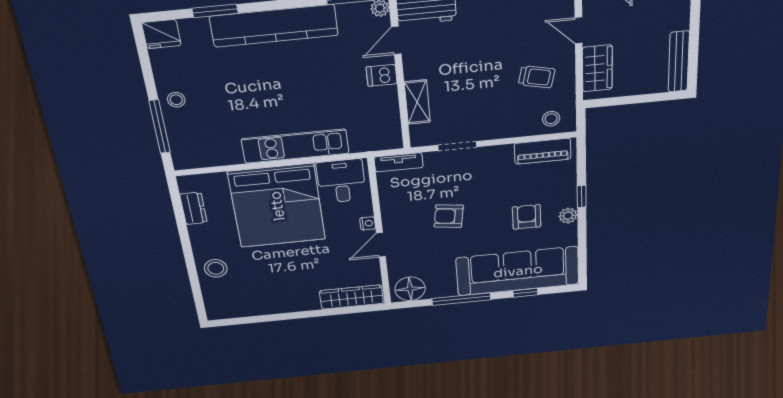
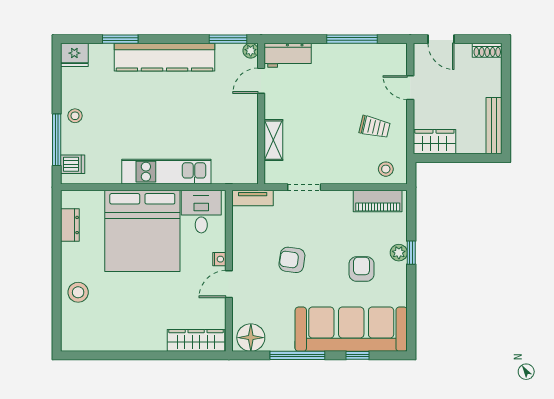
wardrobe: (597, 68) -> (434, 142), moved, turned -90
dishwasher: (382, 75) -> (73, 164), moved, turned 180
plant: (568, 216) -> (399, 253), moved

